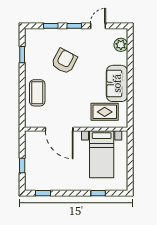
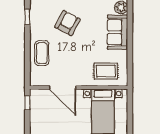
sofa: (117, 83) -> (117, 32), moved
window: (22, 165) -> (27, 103), moved

